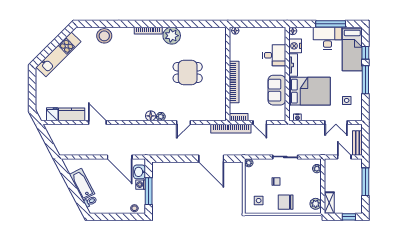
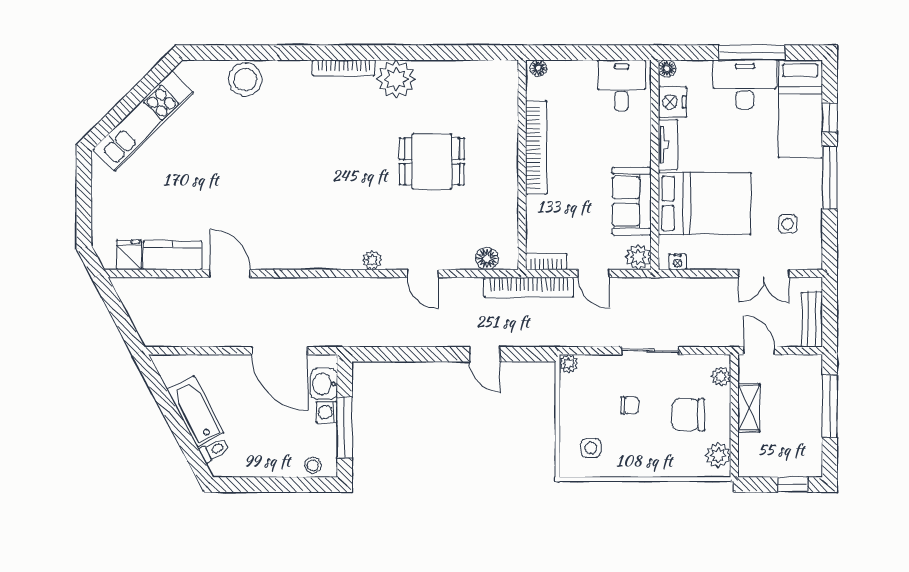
desk: (274, 55) -> (621, 85), moved, turned -90
bookcase: (234, 82) -> (536, 147), moved
plant: (280, 115) -> (638, 257), added
floor lamp: (151, 116) -> (487, 258), moved
door: (183, 122) -> (423, 273), hinge flipped
door: (344, 157) -> (759, 351), moved
door: (211, 159) -> (485, 354), width x0.53
chair: (286, 202) -> (688, 415), moved
shelving: (329, 203) -> (749, 408), moved

